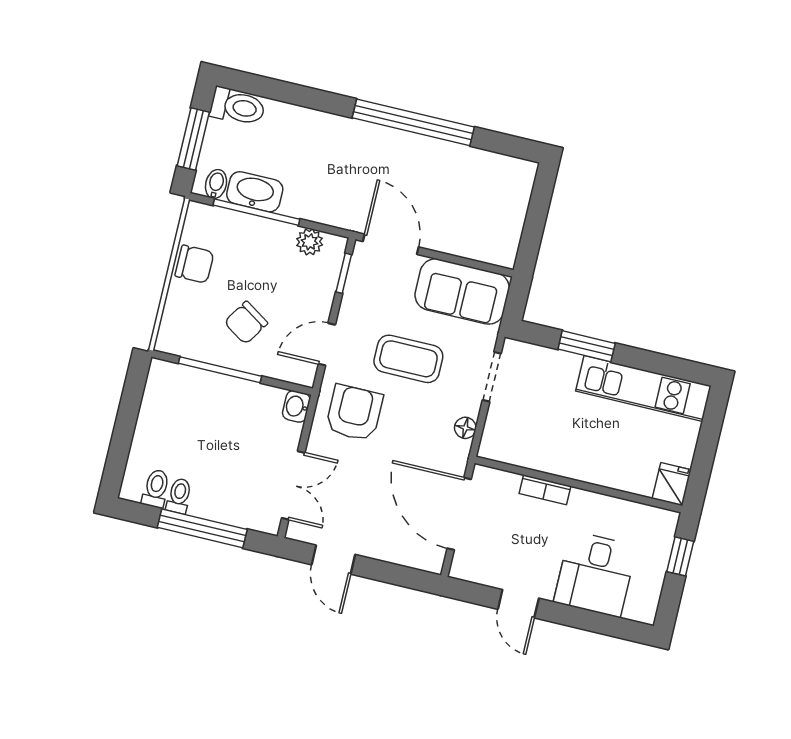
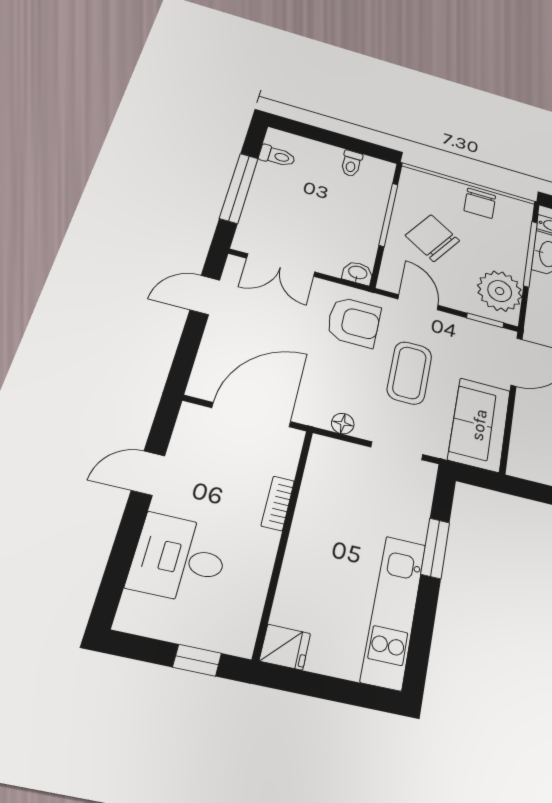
plant: (310, 242) -> (500, 291), width x1.87, depth x1.87
chair: (246, 323) -> (432, 238), width x1.37, depth x1.37
toilet: (179, 496) -> (351, 163), moved, turned 90

